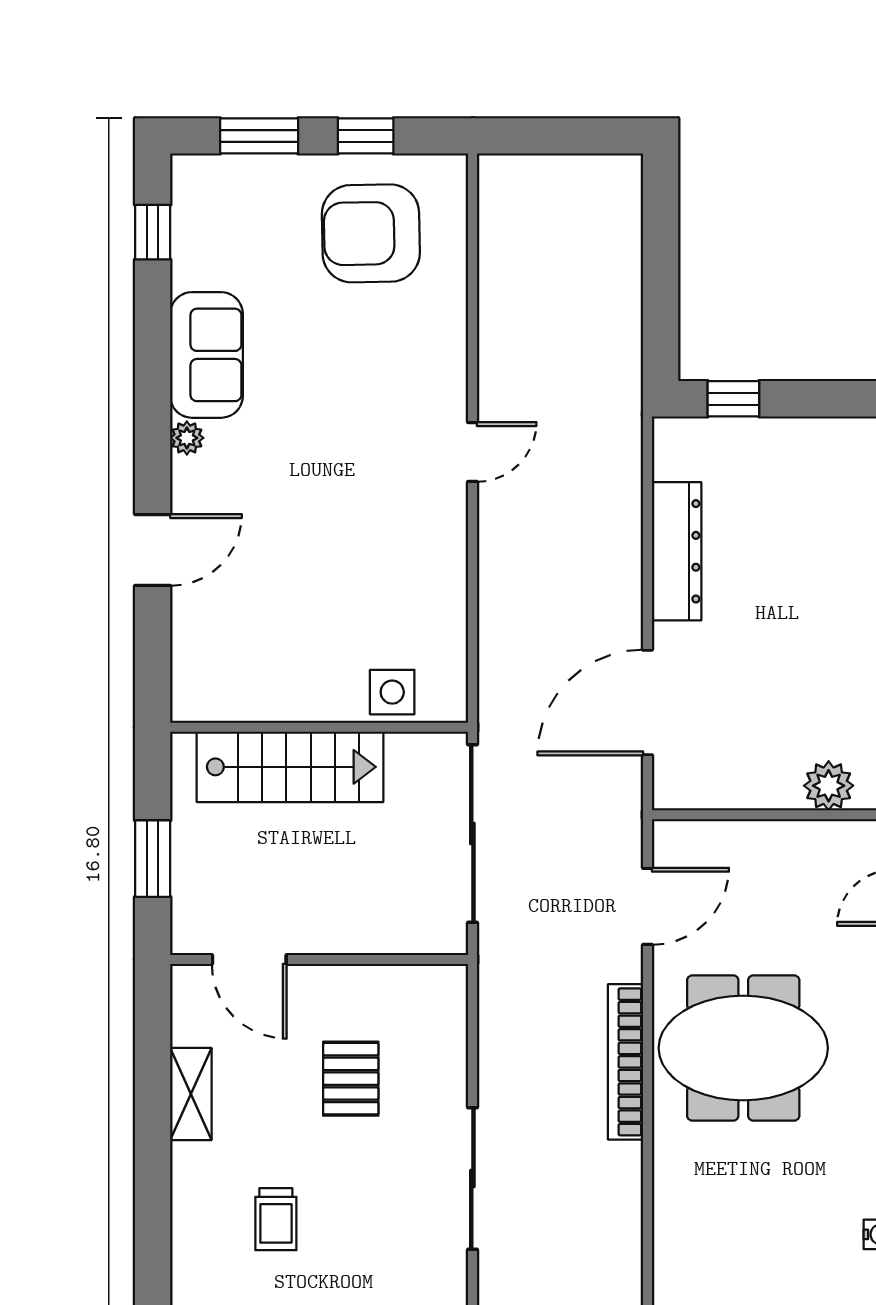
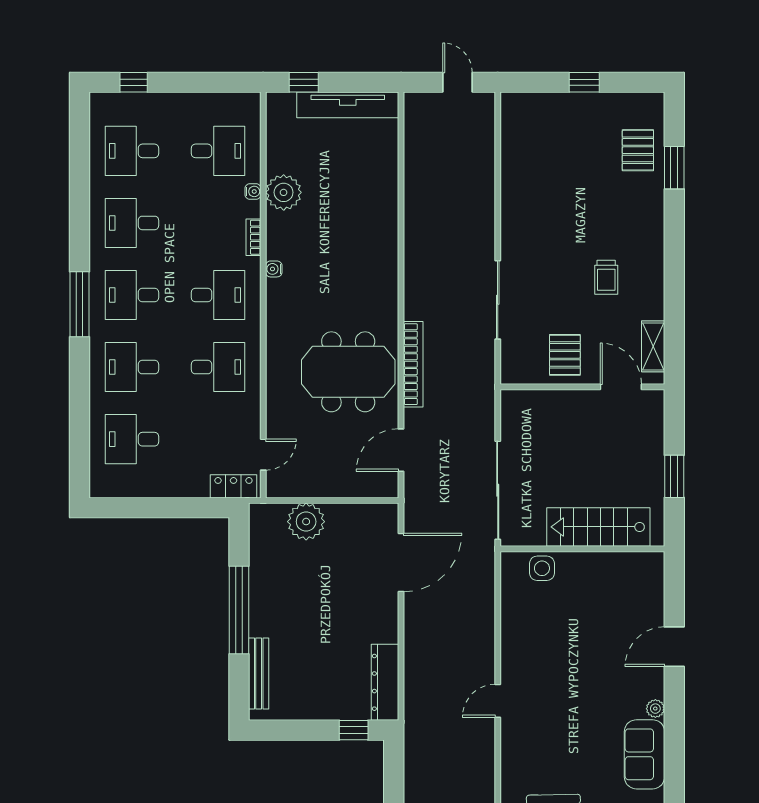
dresser: (677, 551) -> (385, 682), moved
plant: (829, 786) -> (306, 522), width x1.36, depth x1.36
door: (249, 959) -> (621, 387), moved
wall: (319, 959) -> (582, 387), moved
trolley: (276, 1219) -> (606, 277), turned 180

